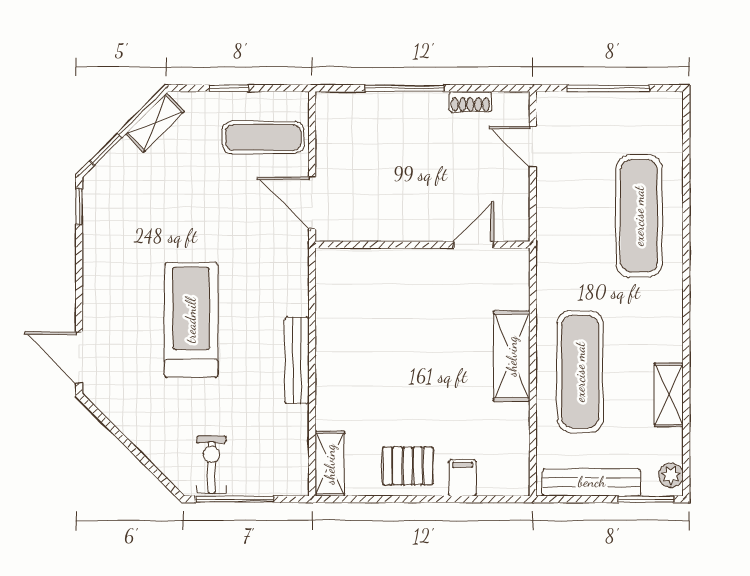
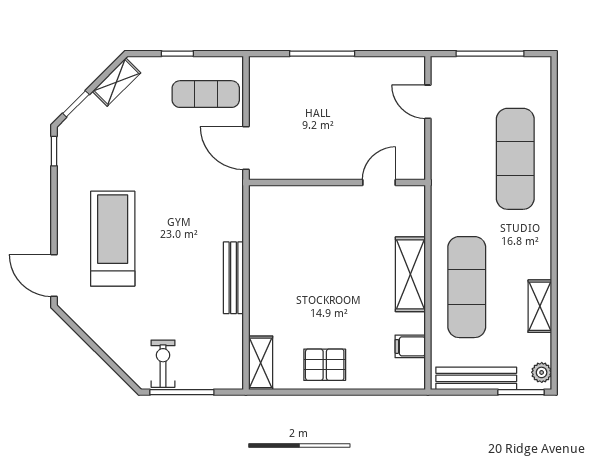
shoe rack: (470, 102) -> (376, 65), removed
treadmill: (191, 320) -> (113, 239), moved
filing cabinet: (462, 478) -> (410, 346), moved, turned -90

